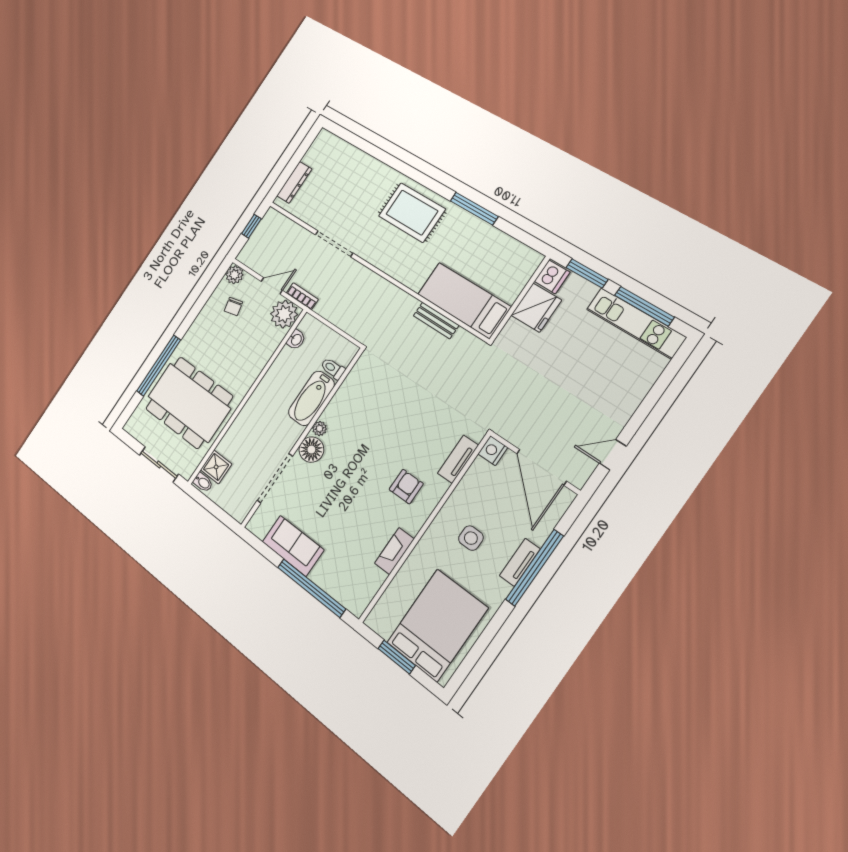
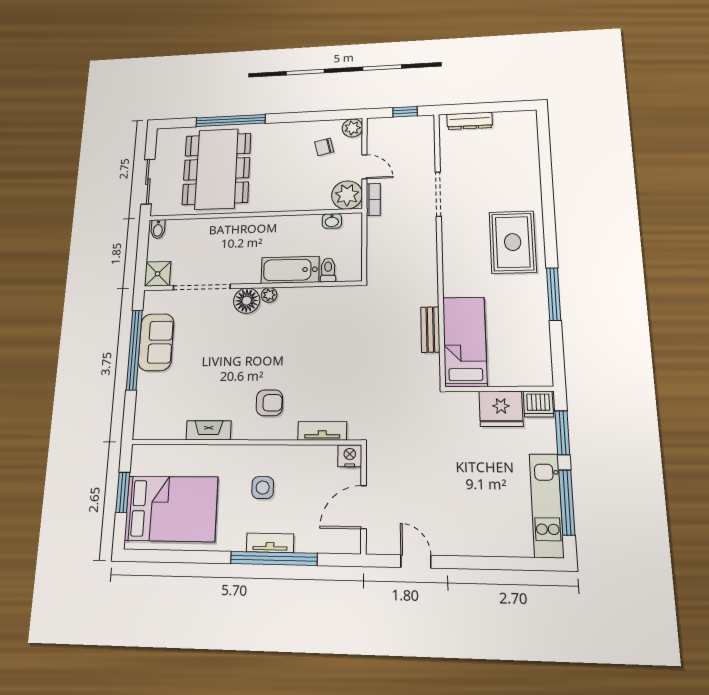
shower: (216, 467) -> (158, 274), moved
door: (541, 467) -> (364, 507), width x0.73
window: (311, 588) -> (134, 350), moved

